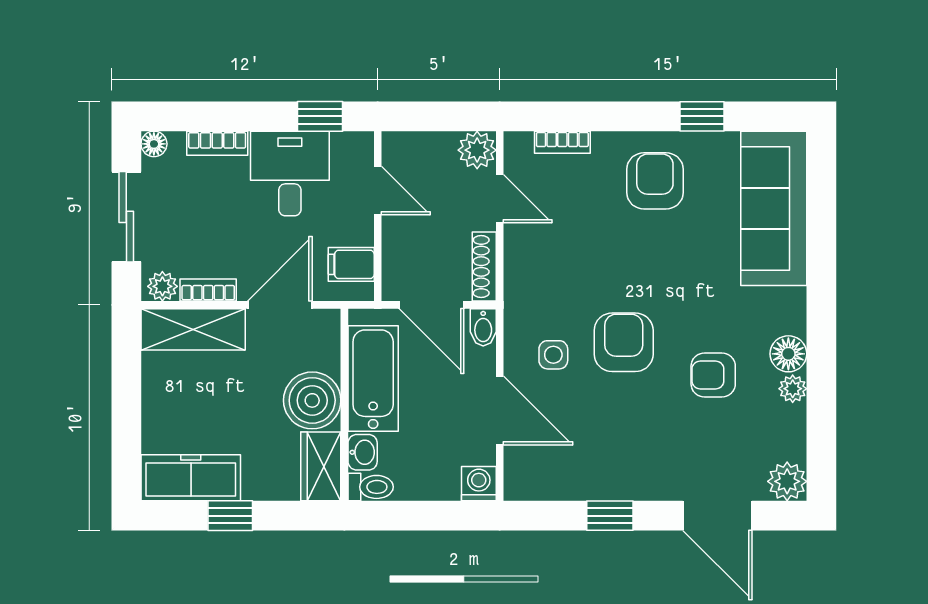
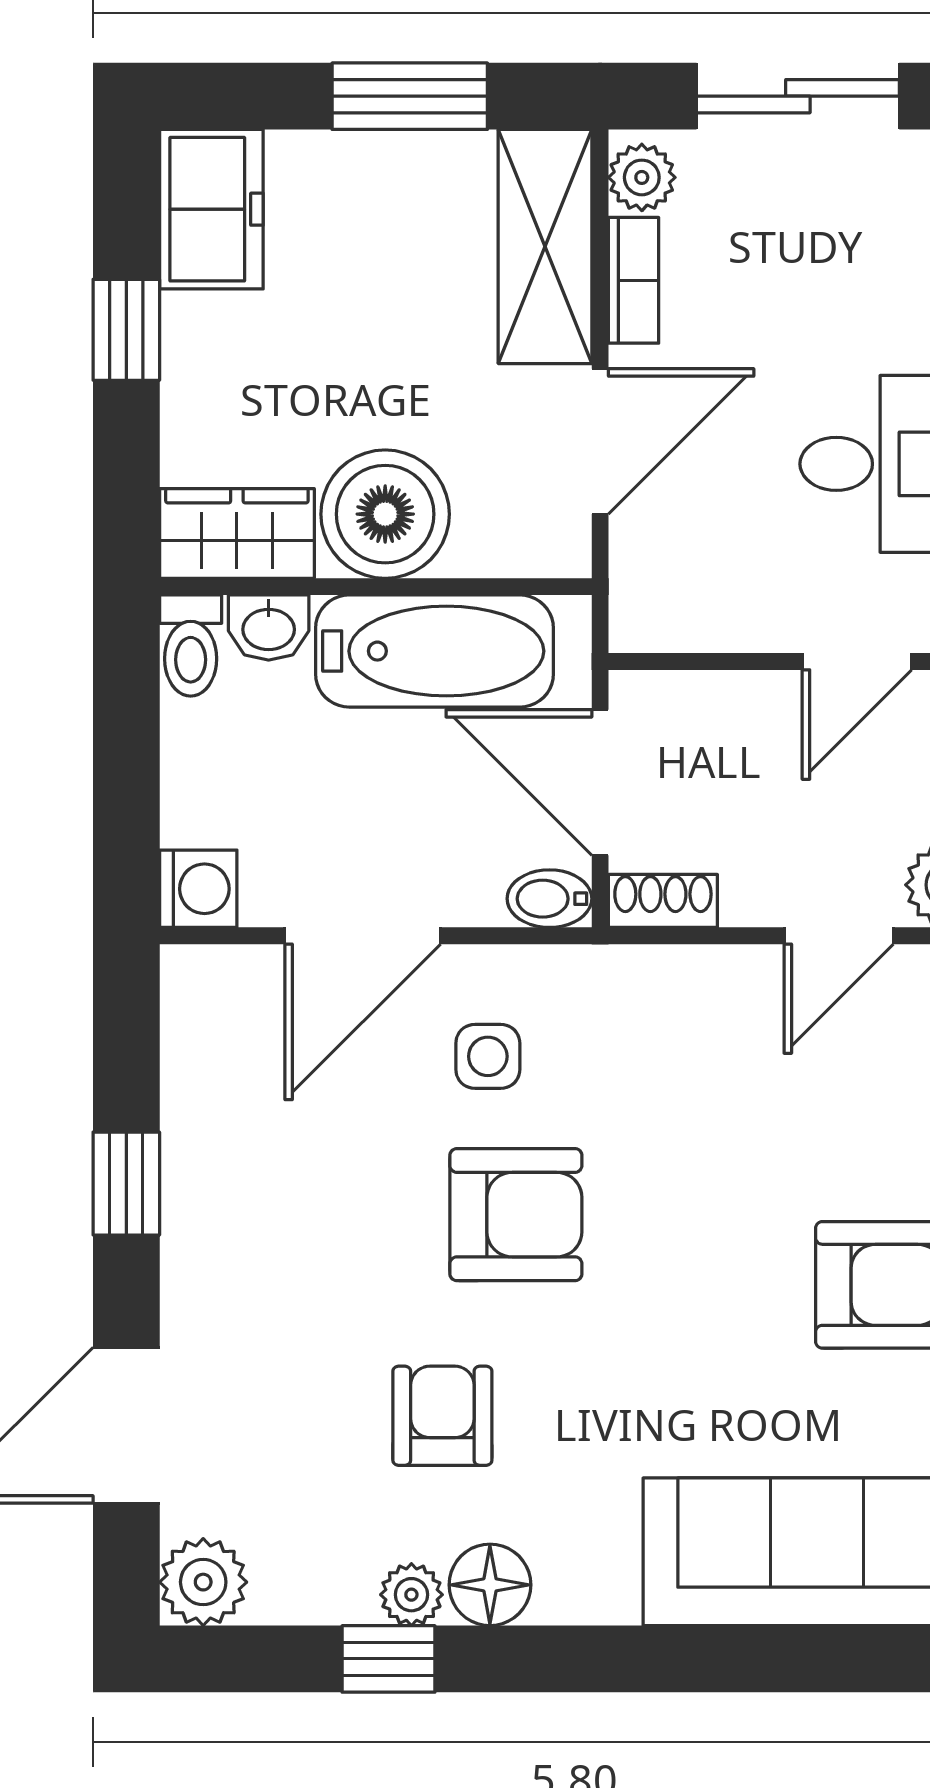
filing cabinet: (351, 264) -> (691, 602), removed
shoe rack: (484, 267) -> (663, 901), width x0.70
door: (280, 305) -> (600, 441), hinge flipped
door: (432, 305) -> (600, 782), hinge flipped
window: (126, 389) -> (410, 96), added
window: (821, 399) -> (389, 1659), added
freezer: (191, 478) -> (211, 209), width x0.71

